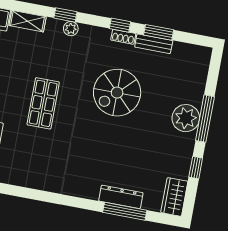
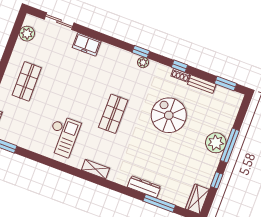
shelving: (28, 21) -> (96, 169), moved
window: (159, 32) -> (225, 83), moved
spiral stairs: (117, 93) -> (169, 115), turned 90
dresser: (121, 197) -> (144, 187), moved

